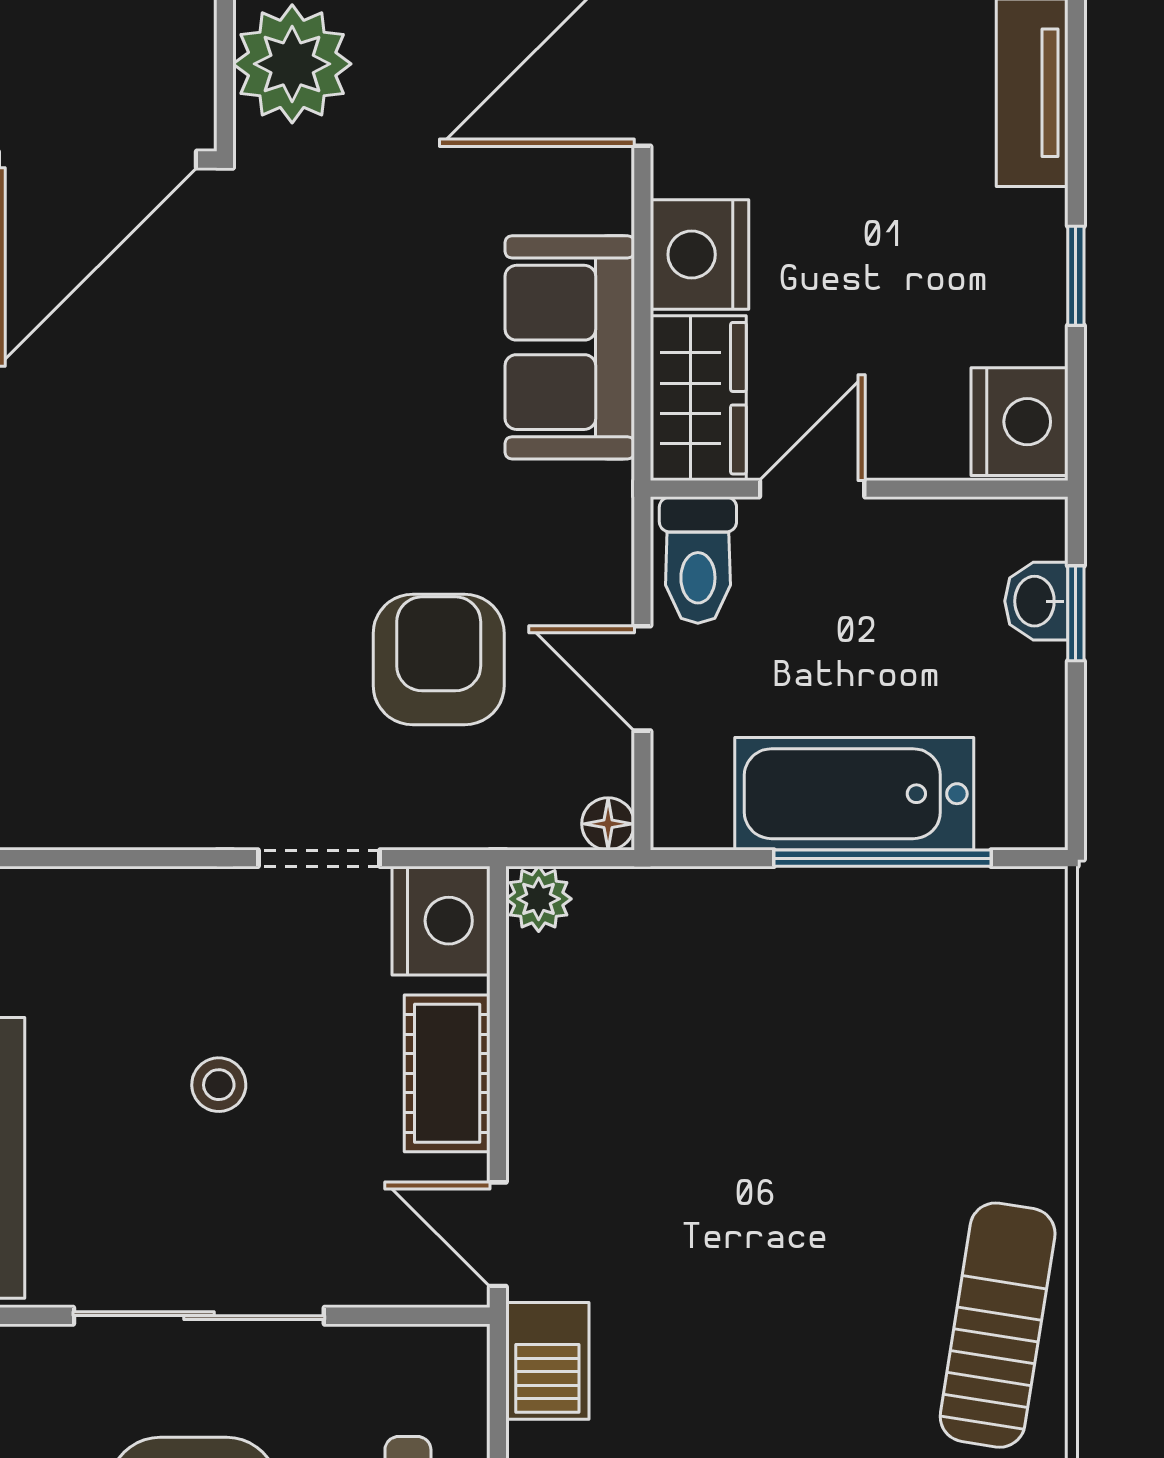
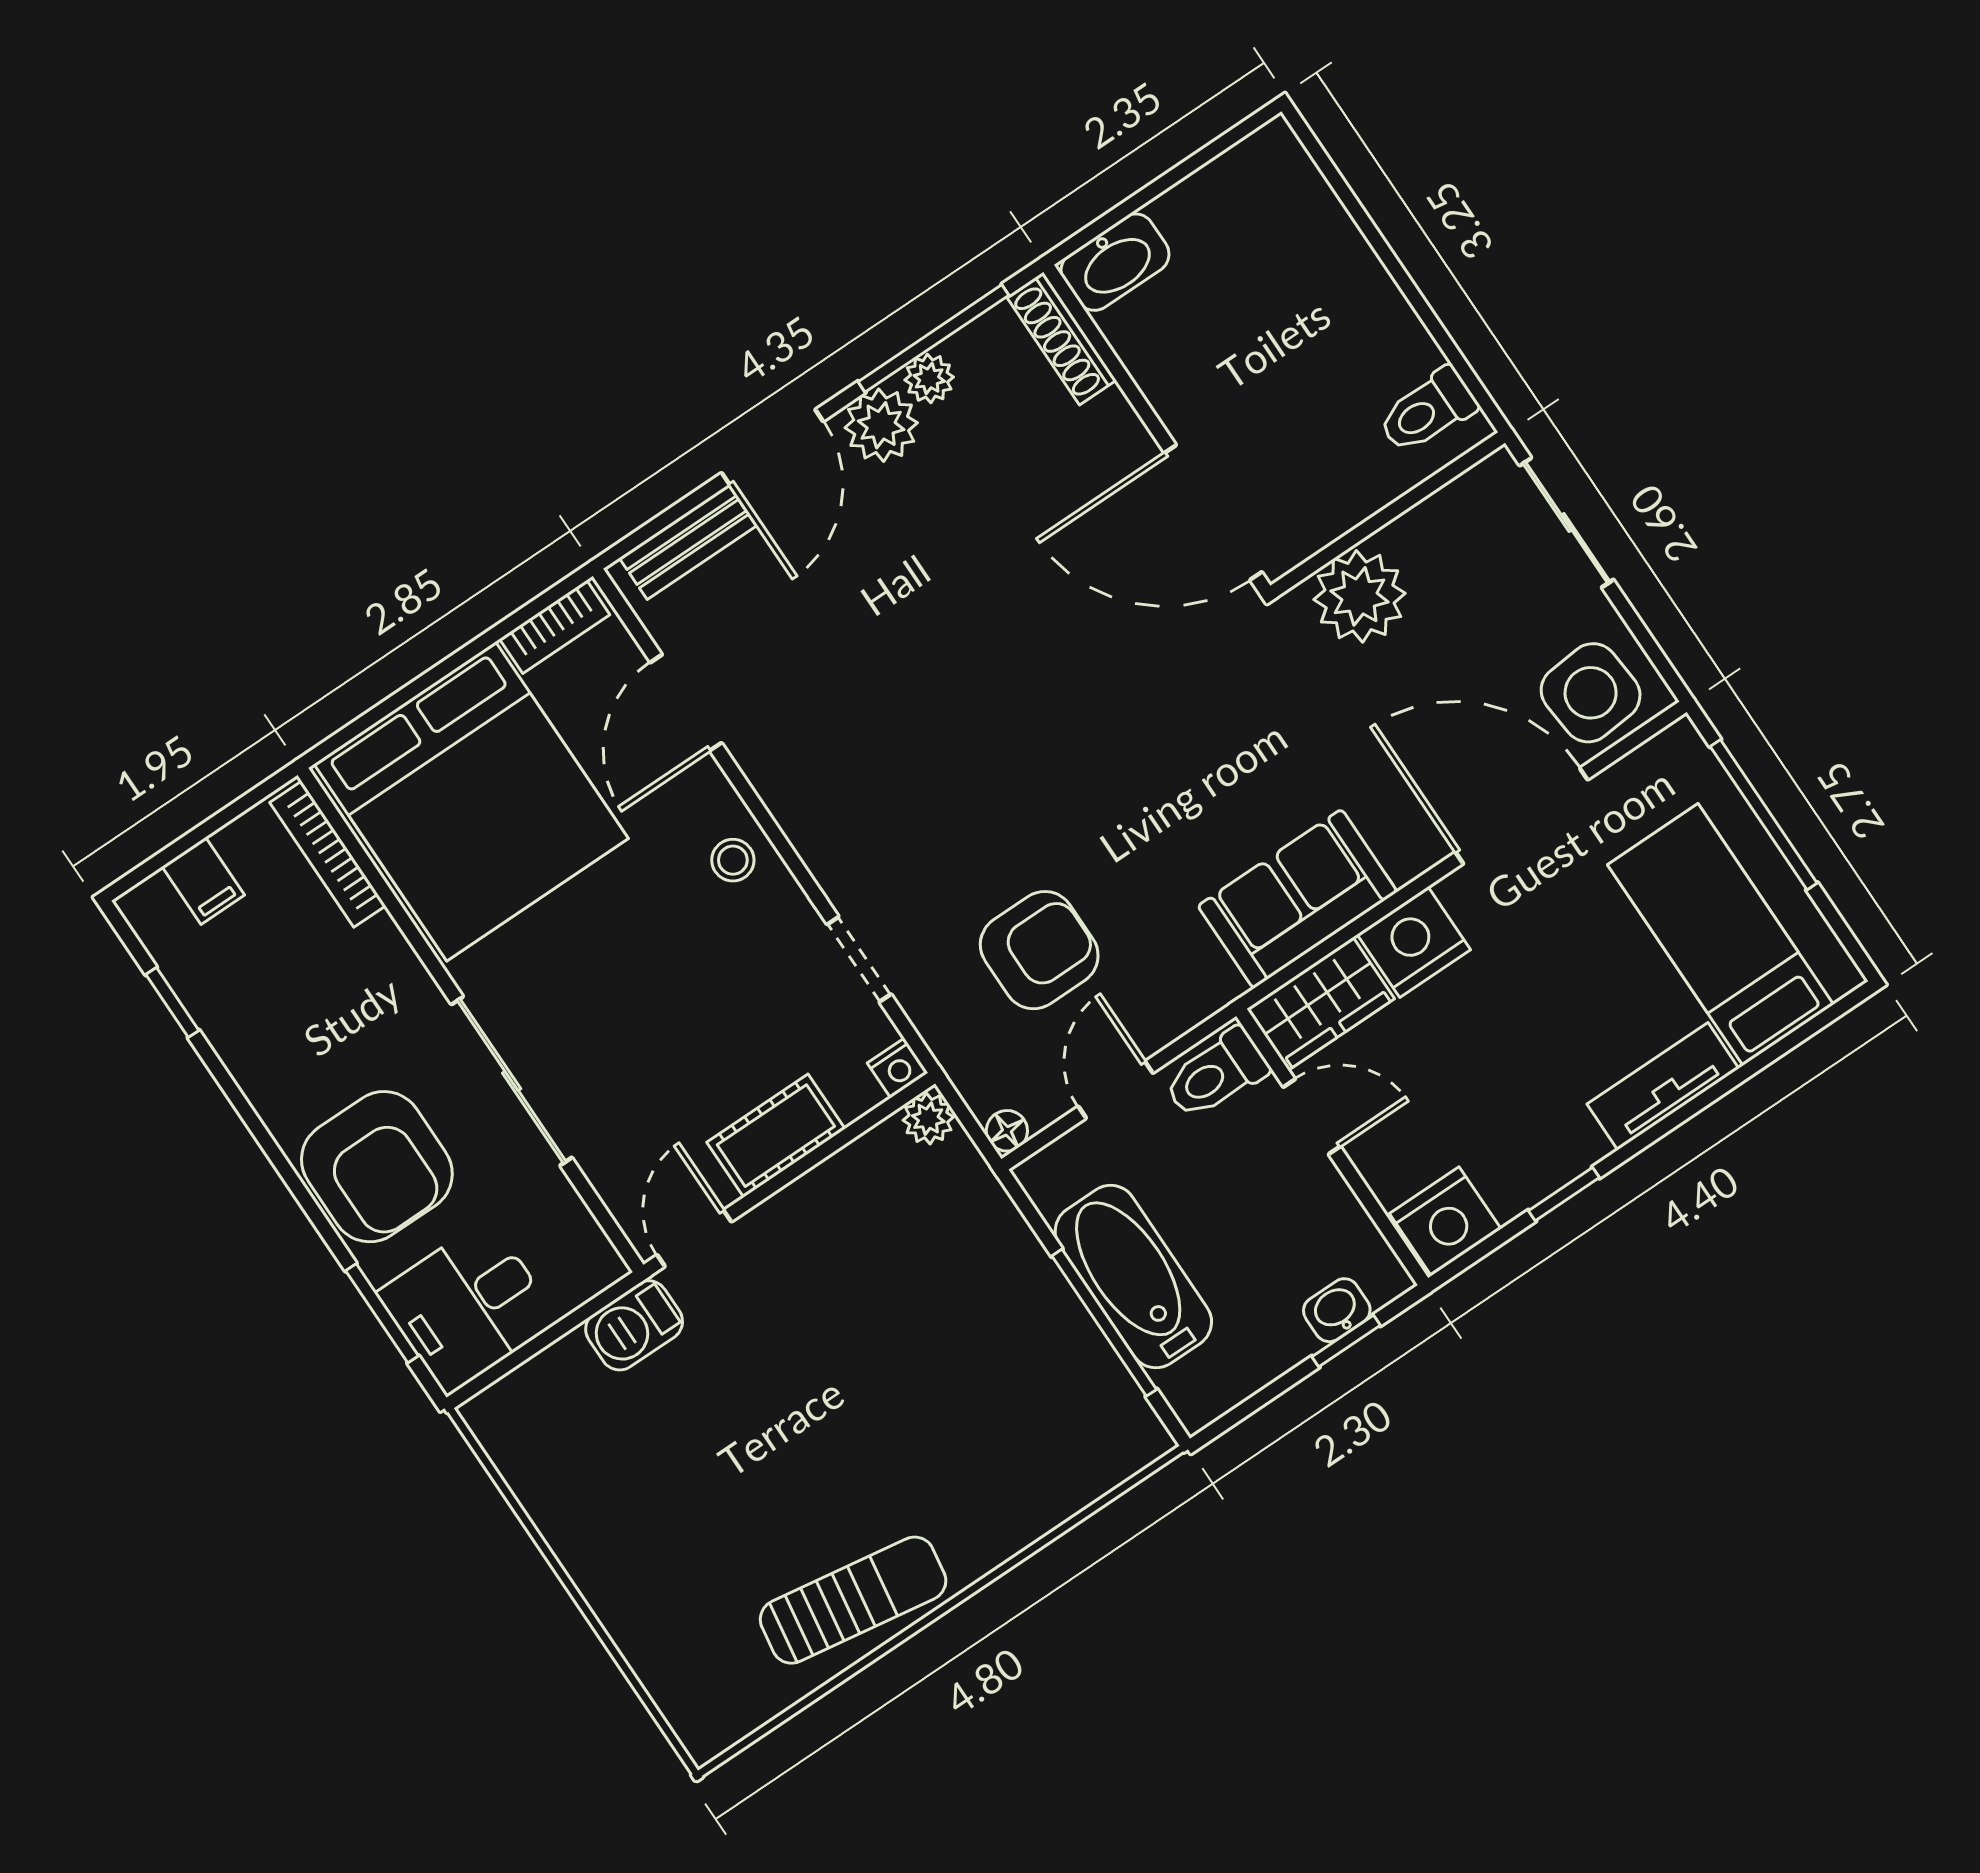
nightstand: (441, 921) -> (898, 1068), width x0.53, depth x0.56
stool: (219, 1085) -> (733, 860), moved

